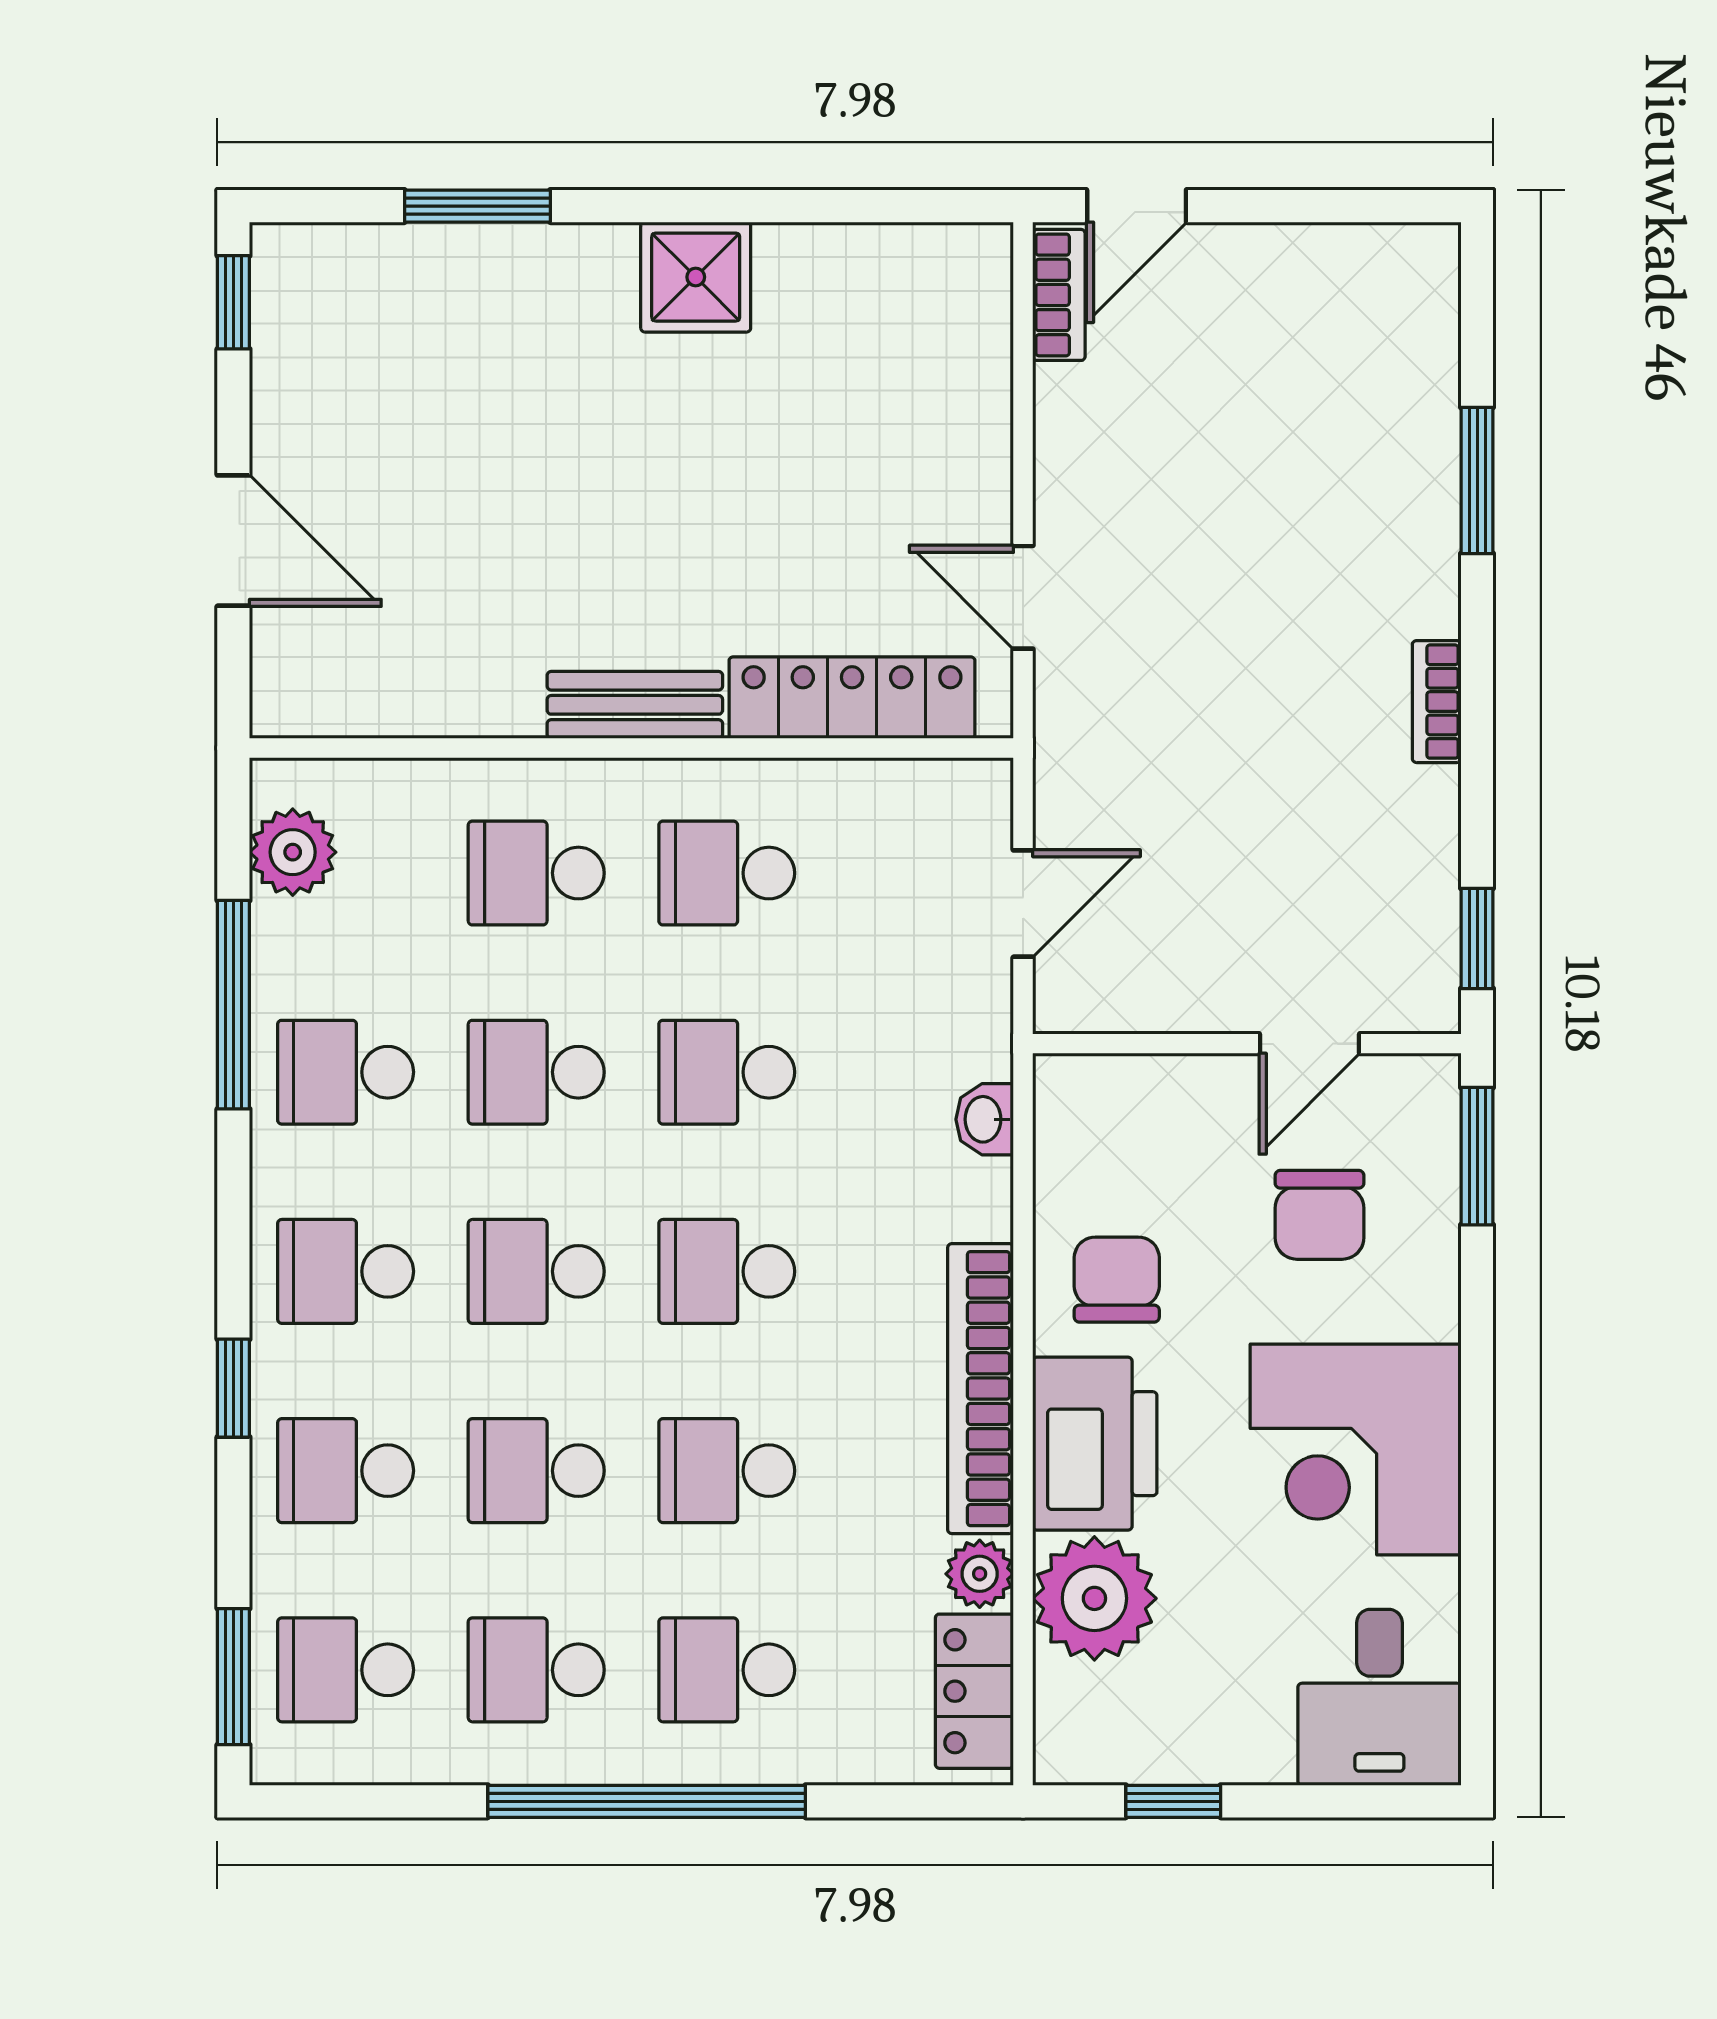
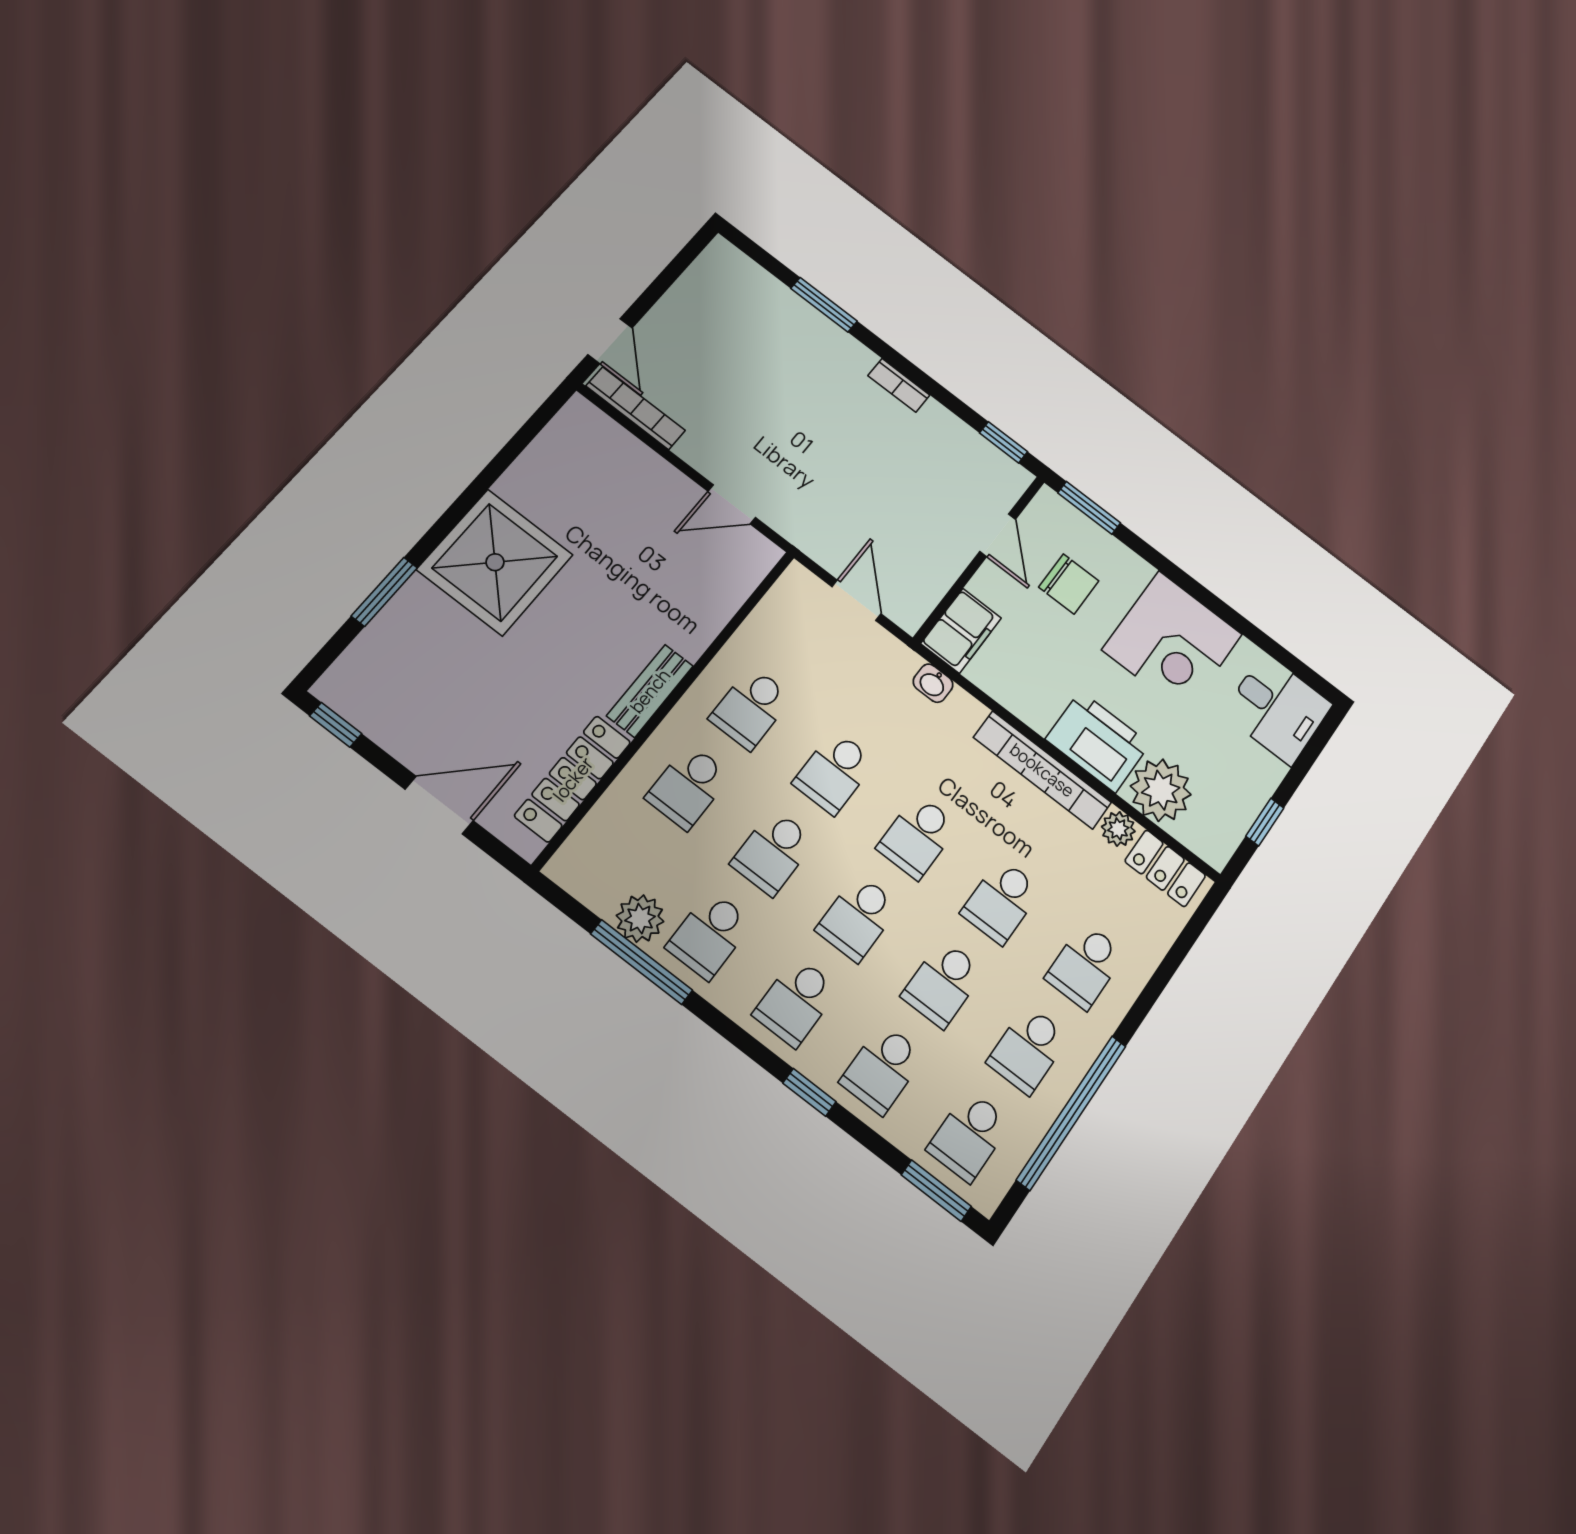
shower: (696, 277) -> (495, 562), width x1.86, depth x1.86
bookcase: (1059, 295) -> (636, 408), width x1.56
locker: (852, 698) -> (573, 779), moved
plant: (293, 852) -> (640, 919), moved
filing cabinet: (1104, 1101) -> (961, 631), added
chair: (1117, 1280) -> (1037, 682), removed
window: (647, 1801) -> (1072, 1112), moved

